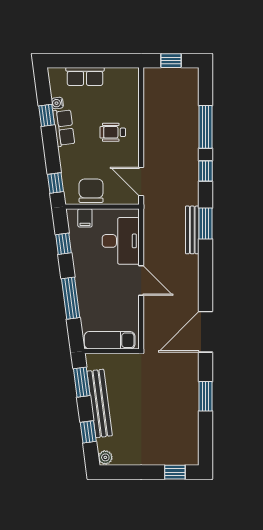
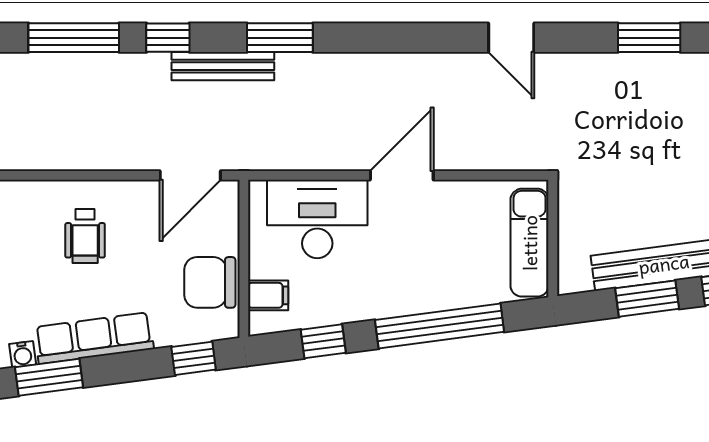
window: (47, 115) -> (49, 377), width x1.50
row of seats: (64, 128) -> (94, 338), width x1.48
bench: (192, 230) -> (223, 66), moved
window: (71, 298) -> (440, 326), width x1.46
door: (206, 332) -> (511, 38), width x0.53
window: (82, 382) -> (647, 299), moved

